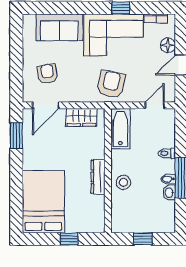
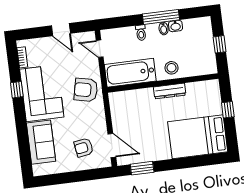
floor lamp: (168, 45) -> (45, 44), removed
wardrobe: (81, 117) -> (119, 112), removed
bathtub: (120, 129) -> (130, 73), width x1.36, depth x1.36

